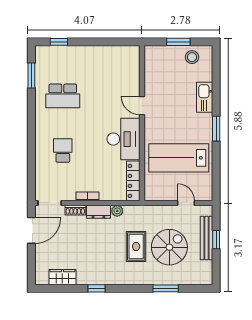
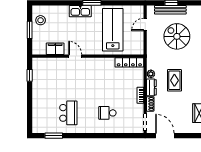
window: (59, 42) -> (30, 75), moved
filing cabinet: (152, 77) -> (55, 49), added
kitchen sink: (205, 97) -> (80, 11), moved
door: (142, 106) -> (75, 56), swing flipped
desk: (123, 139) -> (99, 69), removed
lab bench: (179, 158) -> (113, 30), turned 180
rug: (136, 246) -> (174, 80), moved, turned 90

